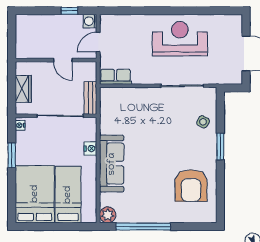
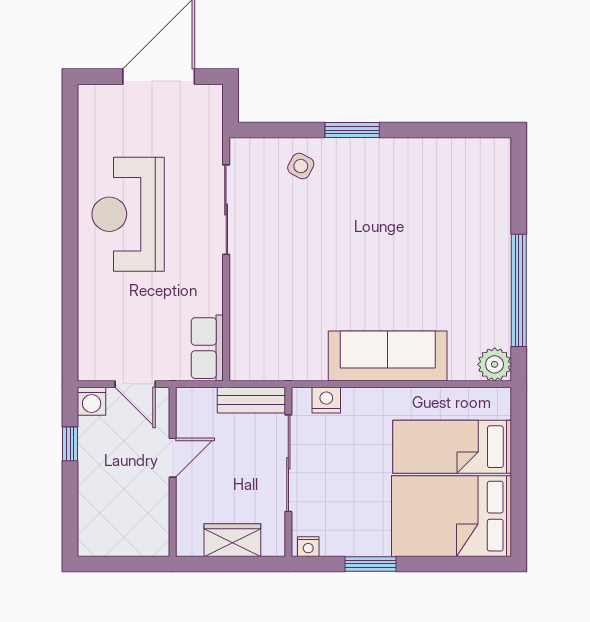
nightstand: (90, 149) -> (326, 400), moved
armchair: (191, 186) -> (434, 191), removed

